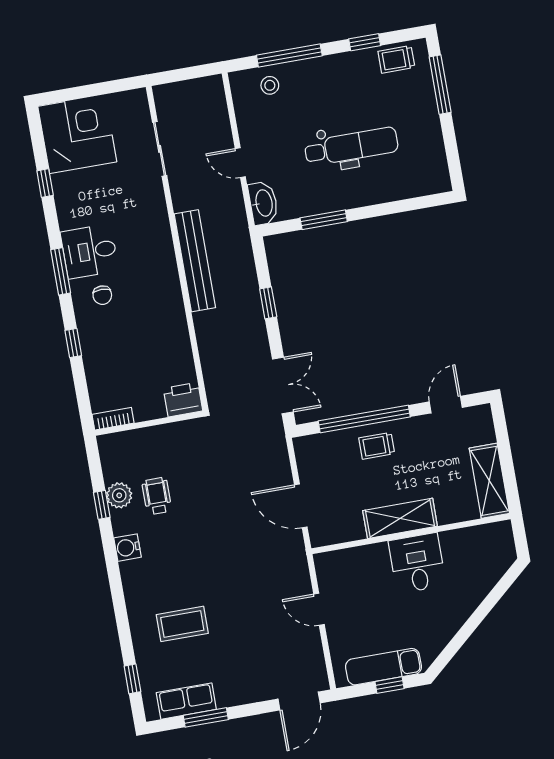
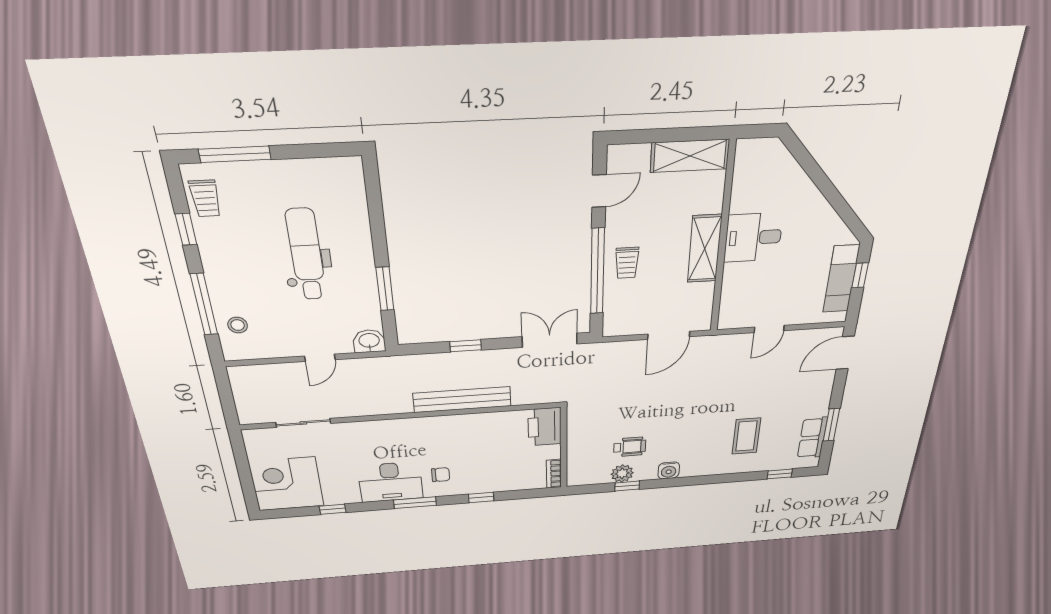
washbasin: (263, 203) -> (369, 341), width x0.72
desk: (89, 251) -> (391, 482), width x1.37
bench: (195, 261) -> (462, 400), moved
printer: (183, 400) -> (545, 427), width x1.37, depth x1.19
door: (446, 405) -> (599, 191), swing flipped
wheelchair: (157, 496) -> (630, 447), turned 180
door: (299, 701) -> (845, 353), swing flipped

